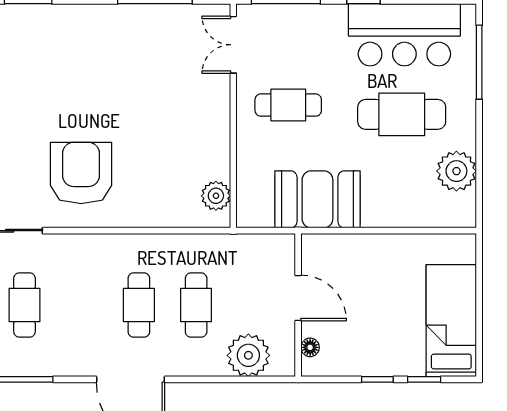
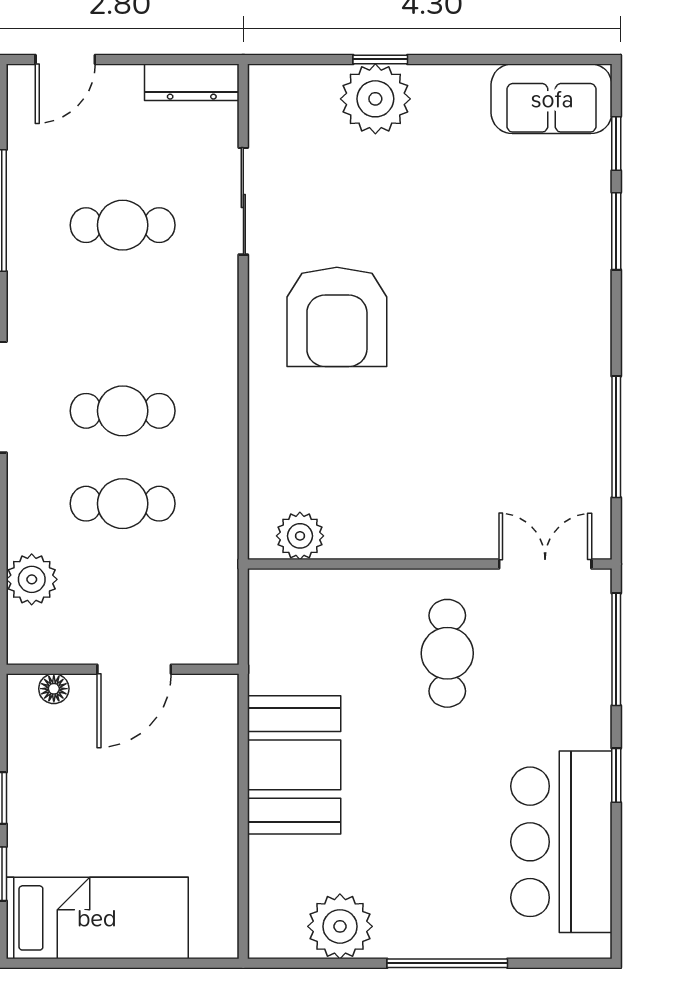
window: (479, 62) -> (447, 963), moved
cafe table: (402, 114) -> (432, 837), removed
armchair: (81, 173) -> (337, 317), turned 90
booth: (317, 199) -> (294, 765), moved
plant: (248, 355) -> (32, 579), width x0.73, depth x0.73

